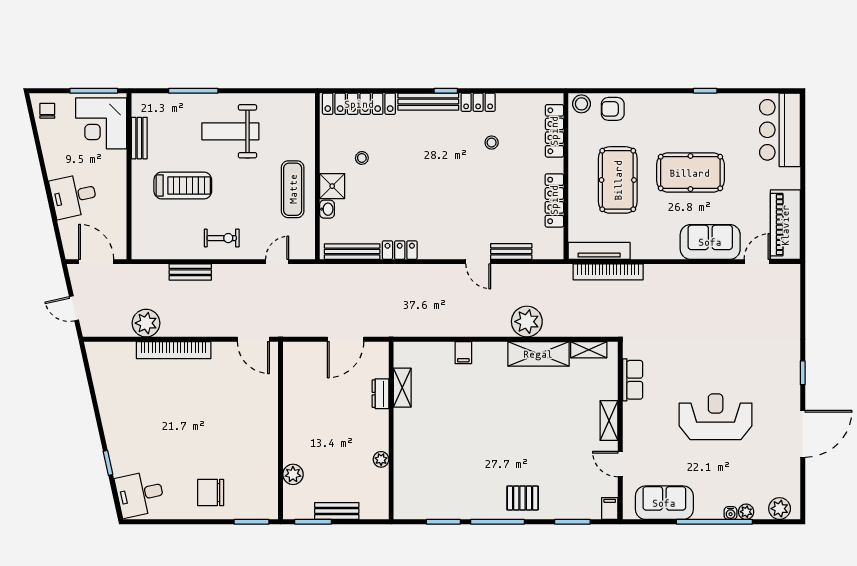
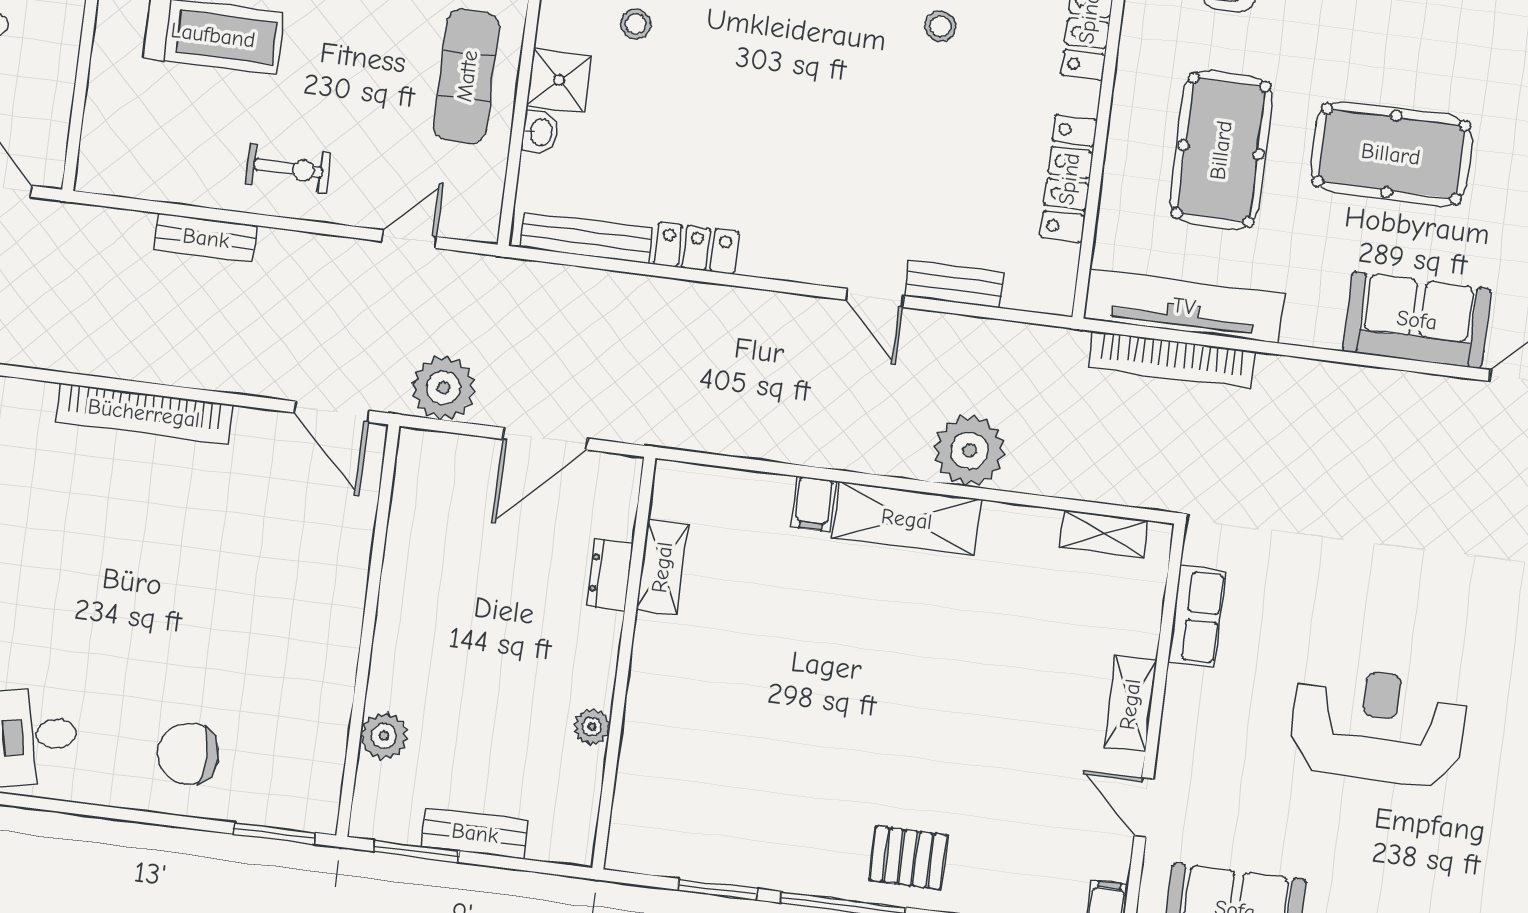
tv unit: (599, 251) -> (1184, 306), width x1.36, depth x1.29
plant: (146, 323) -> (443, 388), moved
shelving: (538, 354) -> (907, 519), moved

